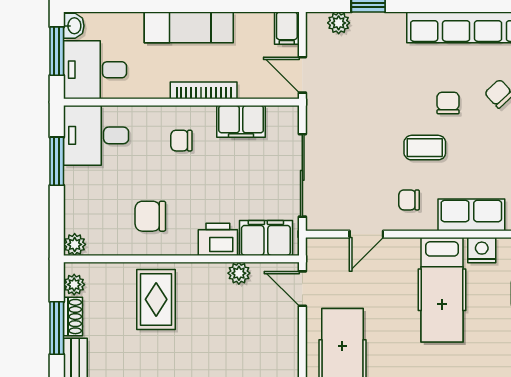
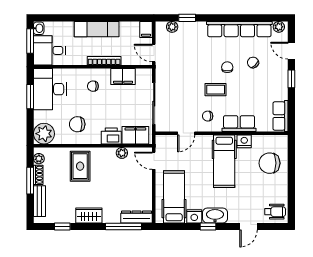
desk: (96, 135) -> (50, 89), width x1.37
plant: (75, 244) -> (44, 134), width x1.88, depth x1.88

